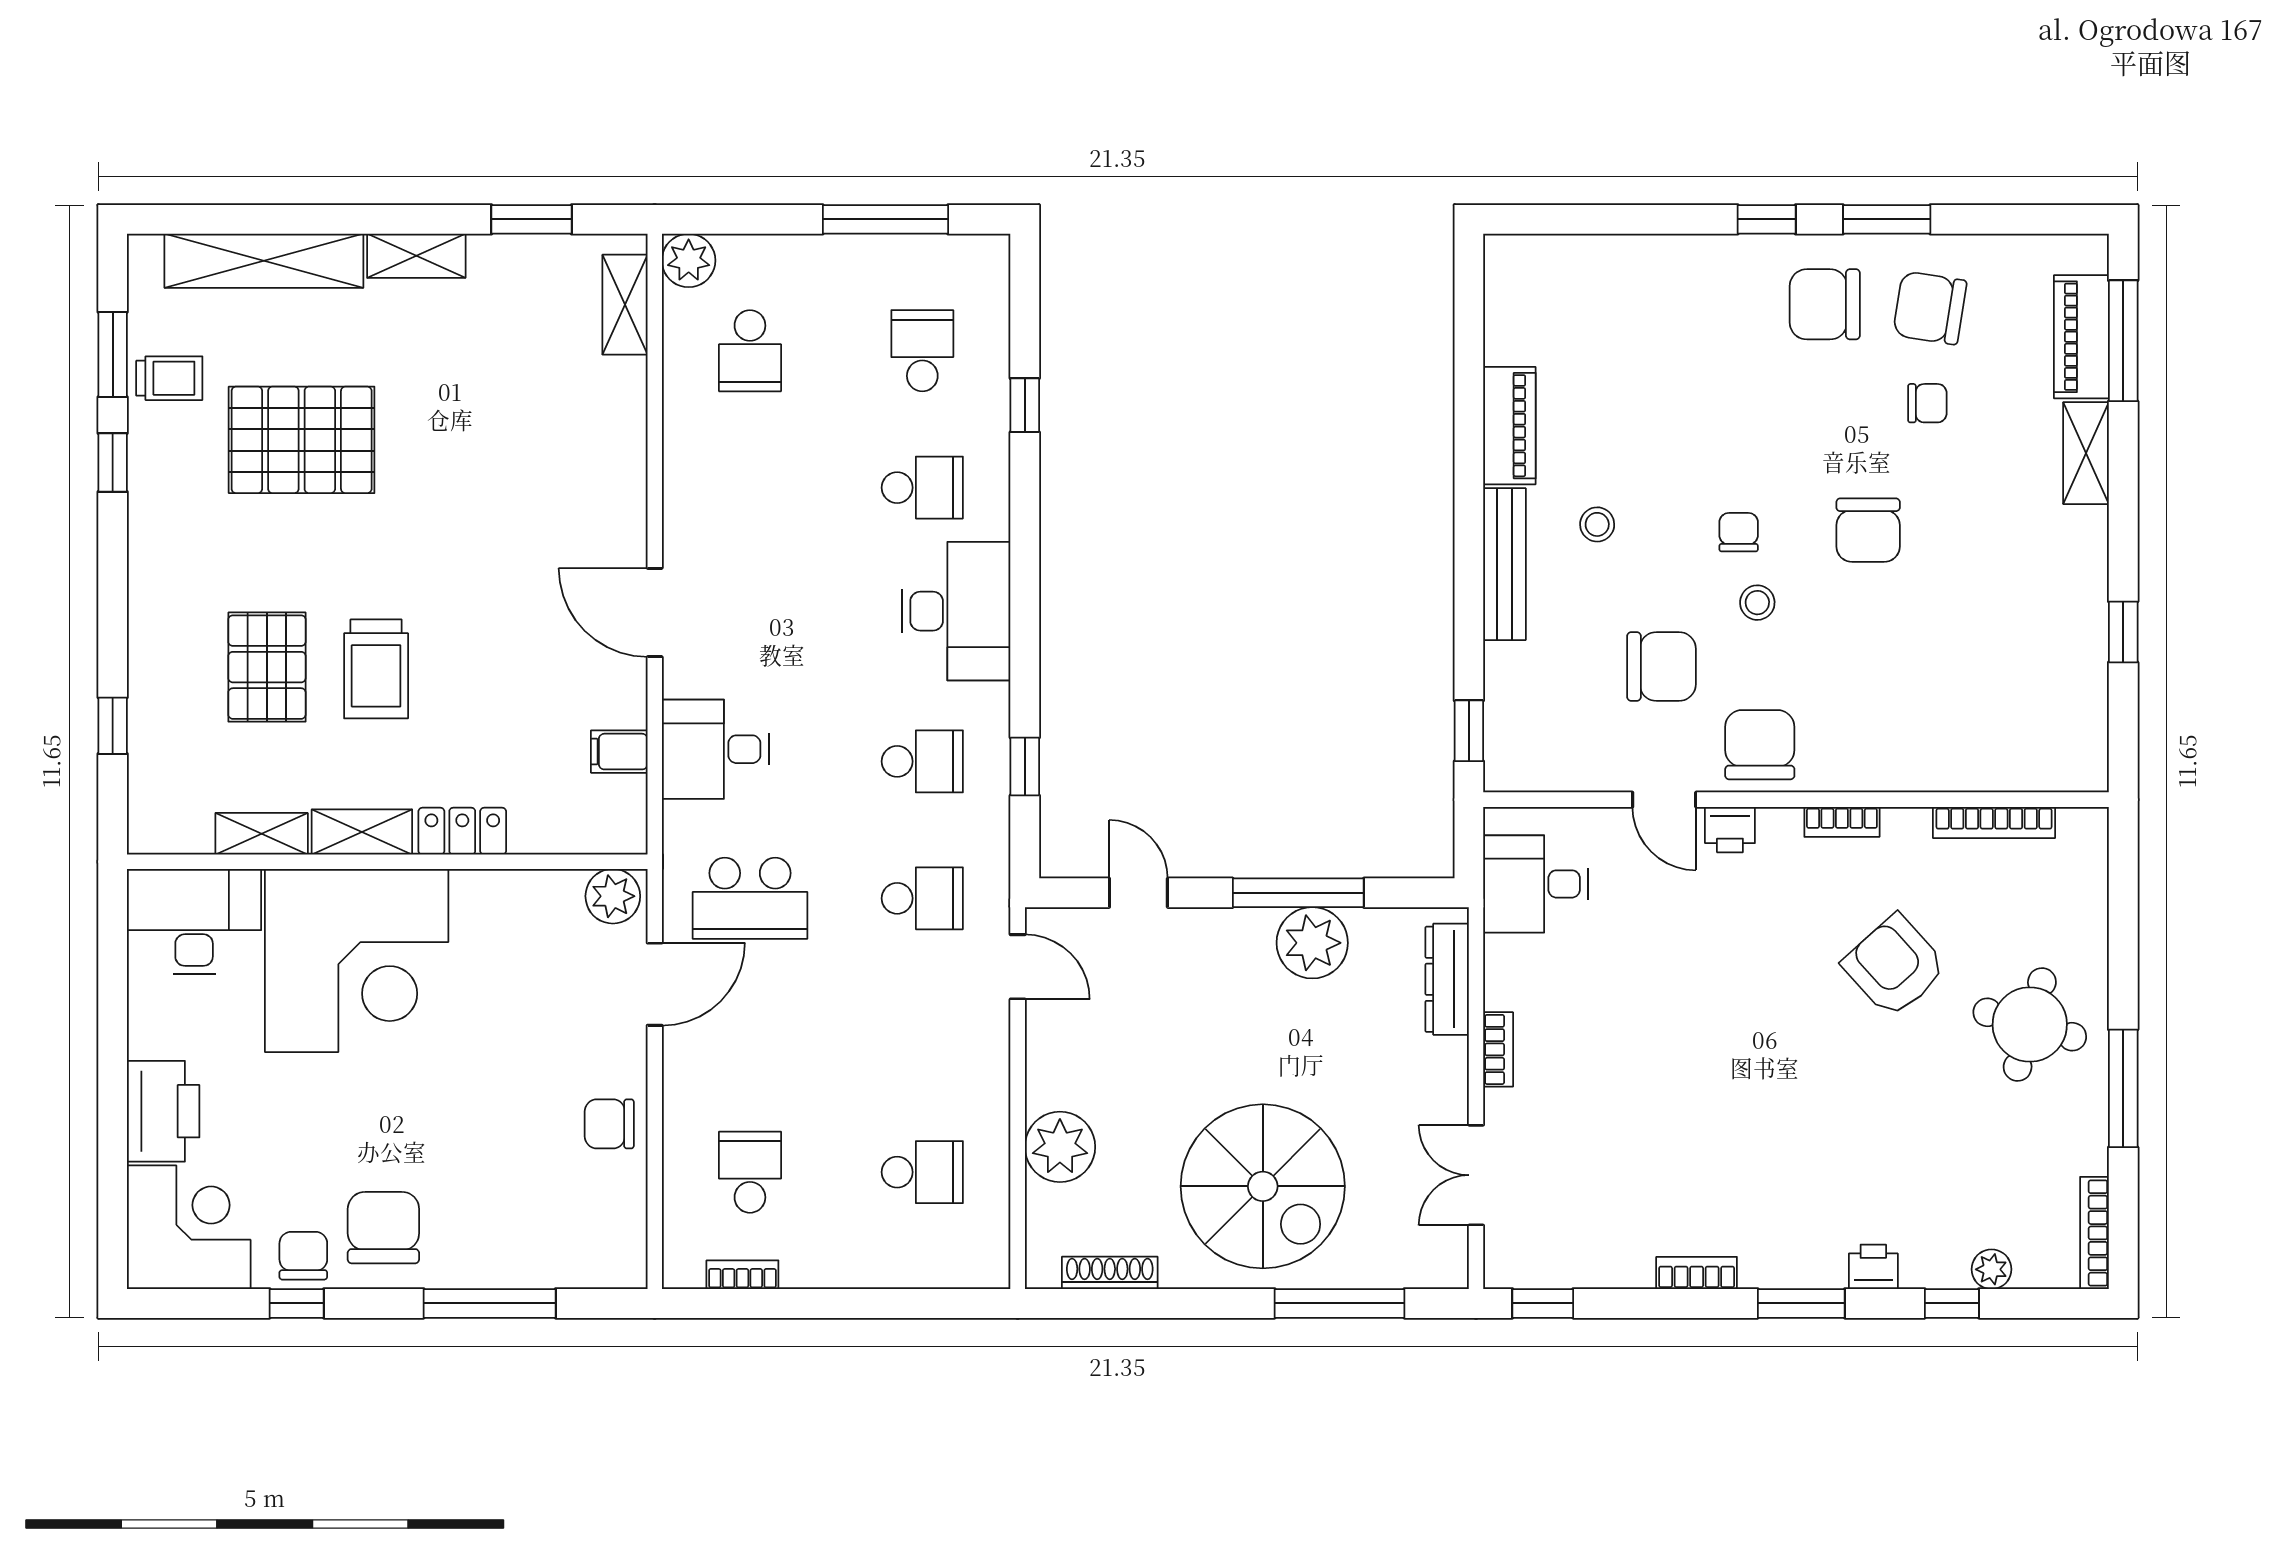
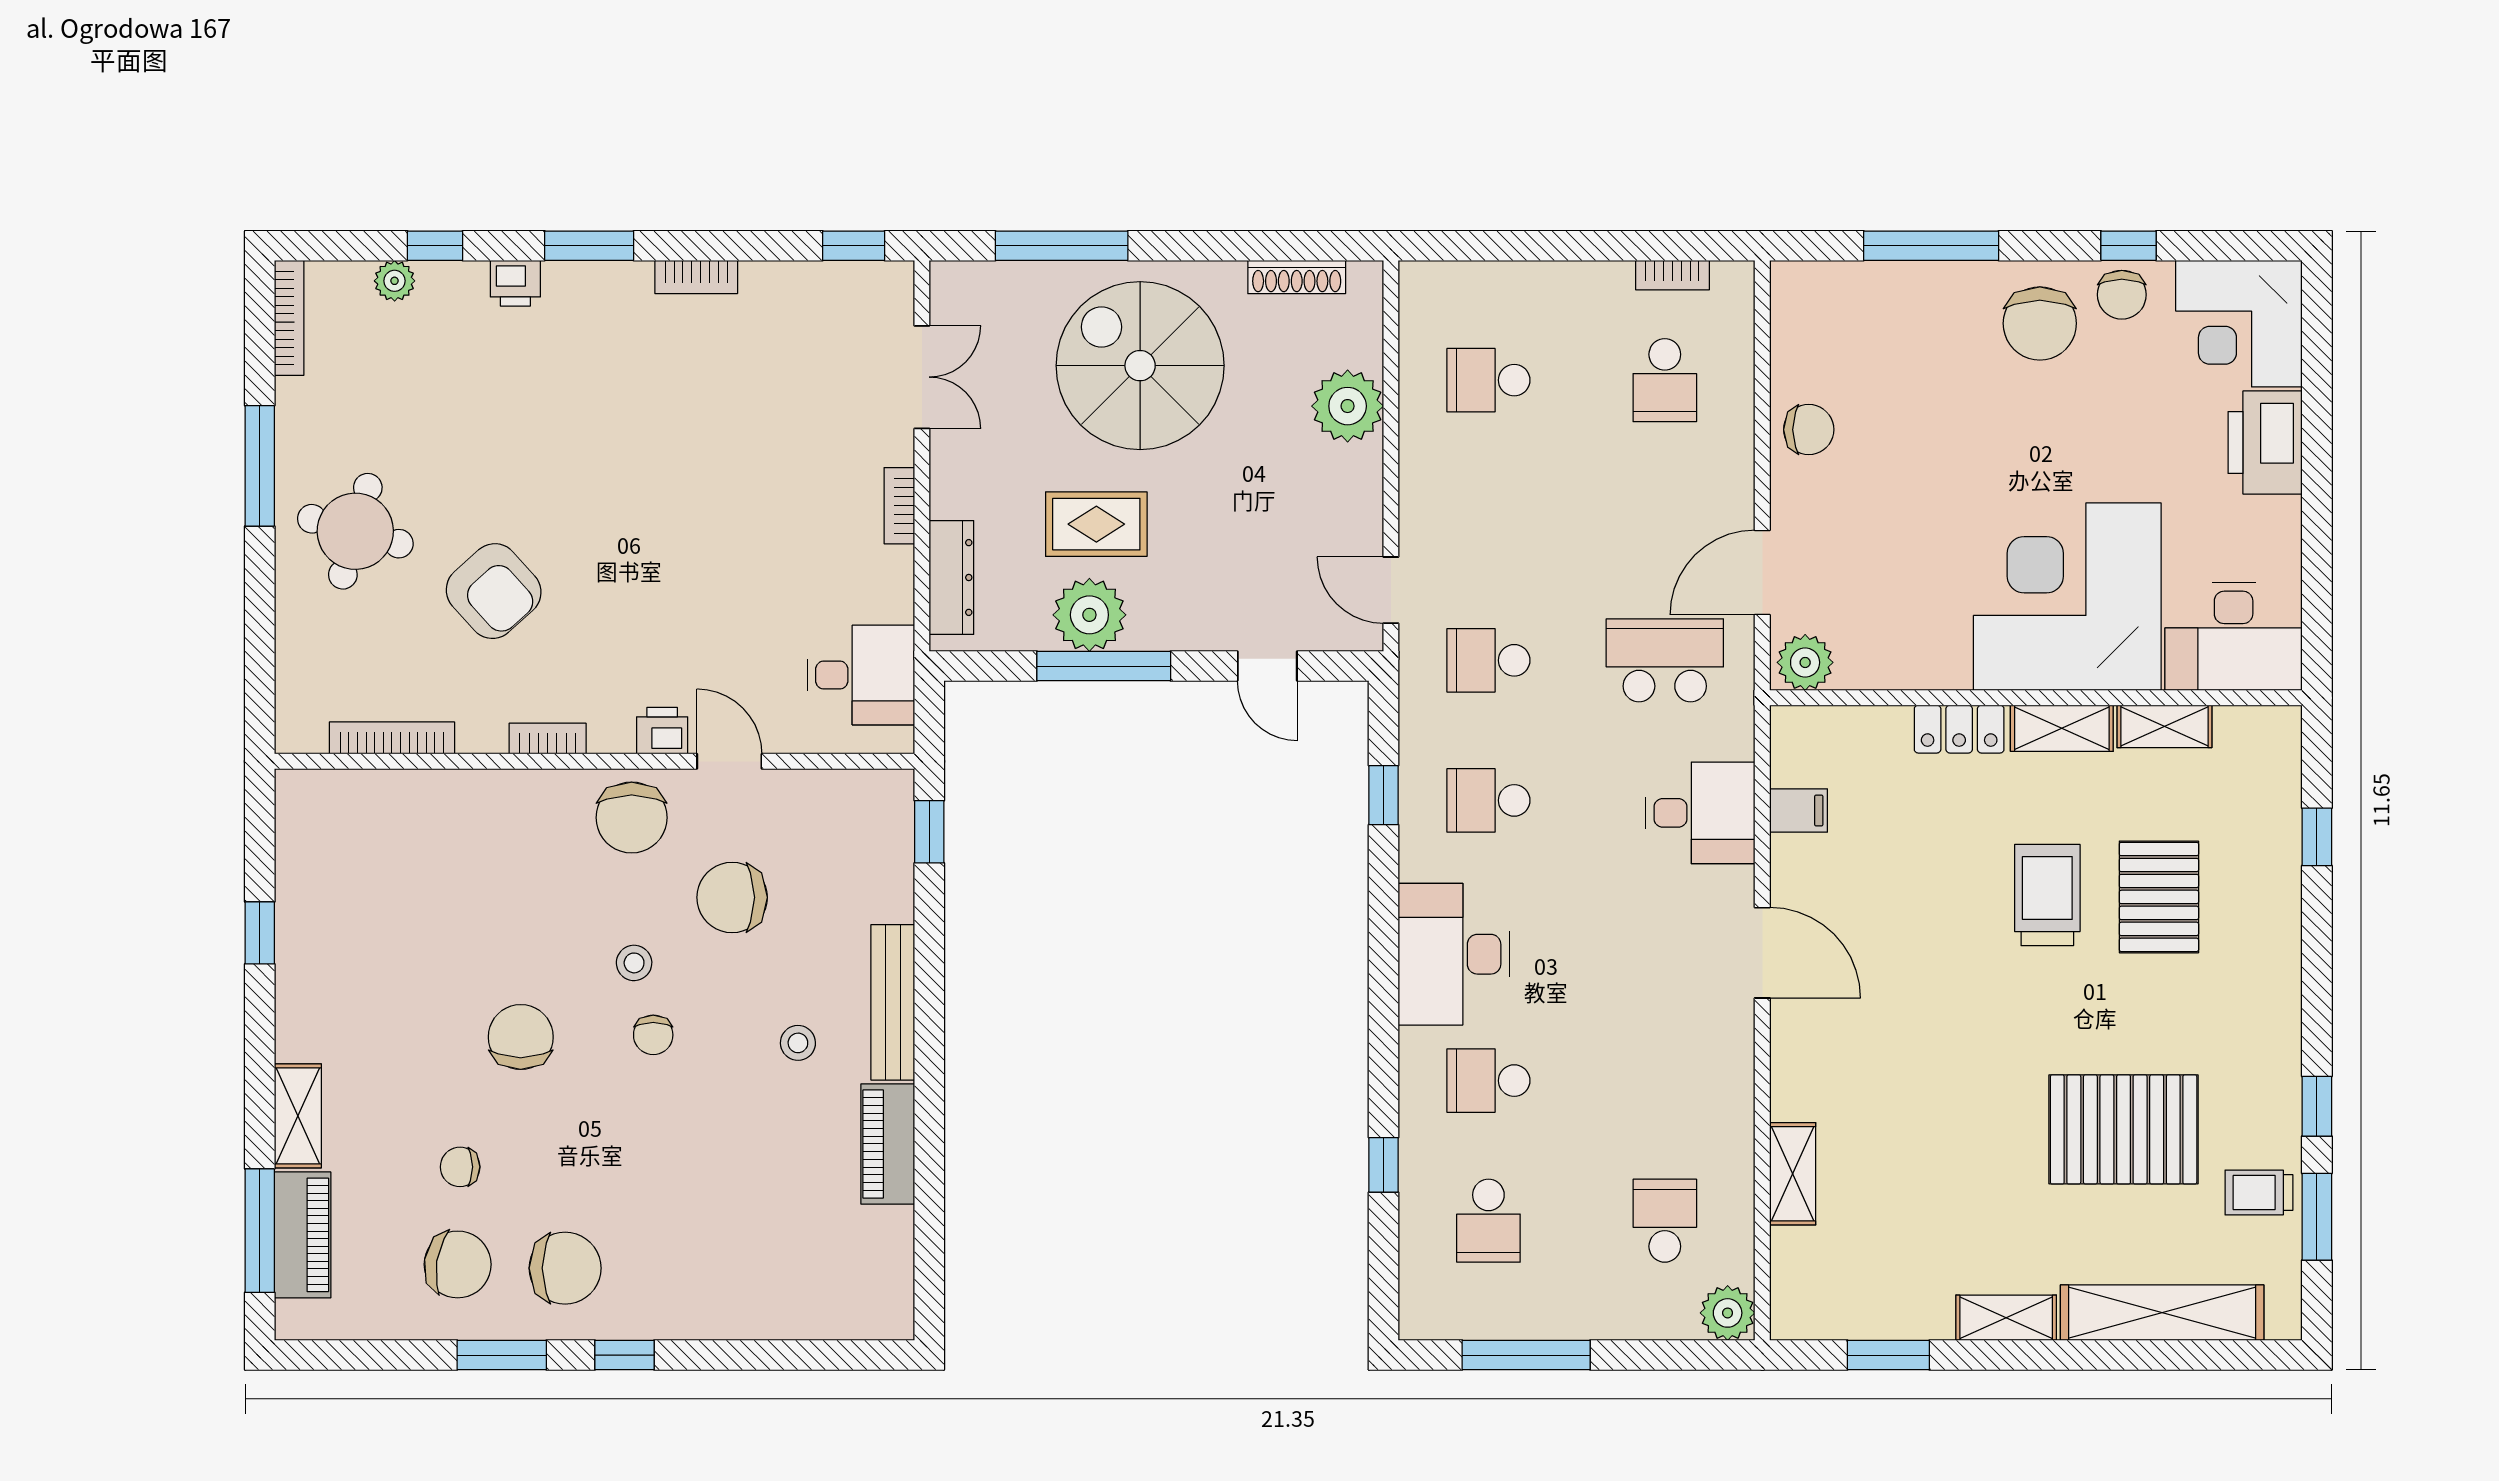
shelving: (625, 305) -> (1793, 1174), moved
rug: (1306, 1031) -> (1096, 524), added

